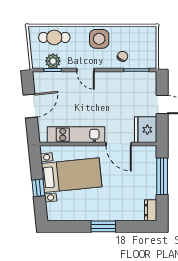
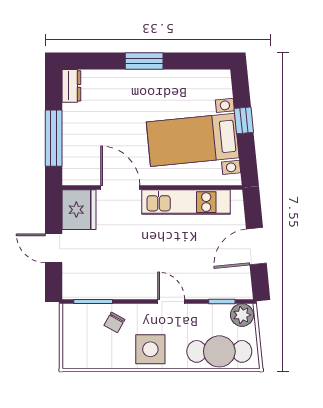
cafe table: (54, 37) -> (219, 351), width x1.37, depth x1.35
plant: (53, 61) -> (242, 315), moved

